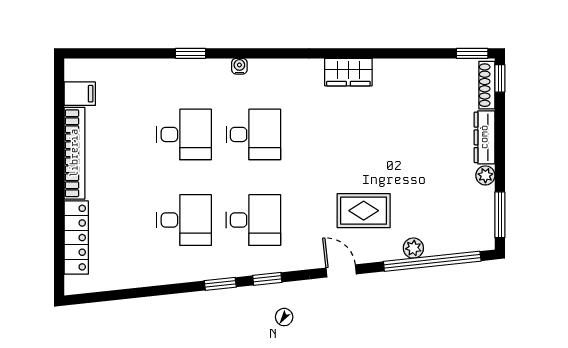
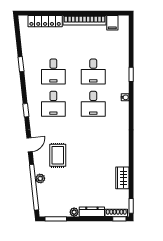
wardrobe: (348, 72) -> (122, 178), moved
window: (220, 284) -> (21, 64), moved

